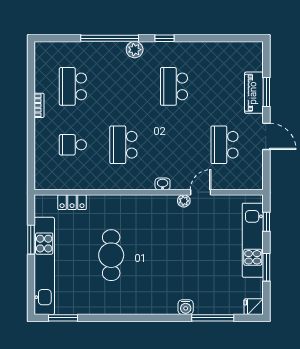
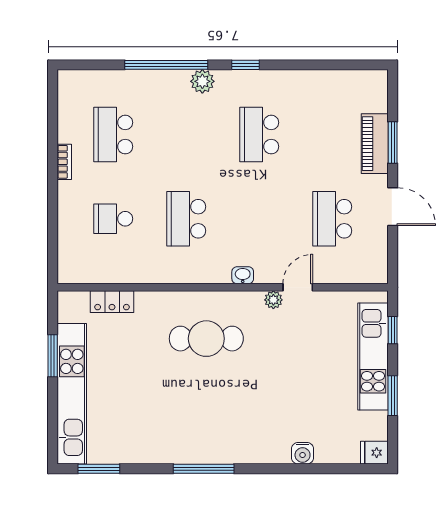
cafe table: (111, 255) -> (206, 339), moved, turned 90
water cooler: (186, 307) -> (303, 453), moved
window: (213, 318) -> (204, 469), moved

